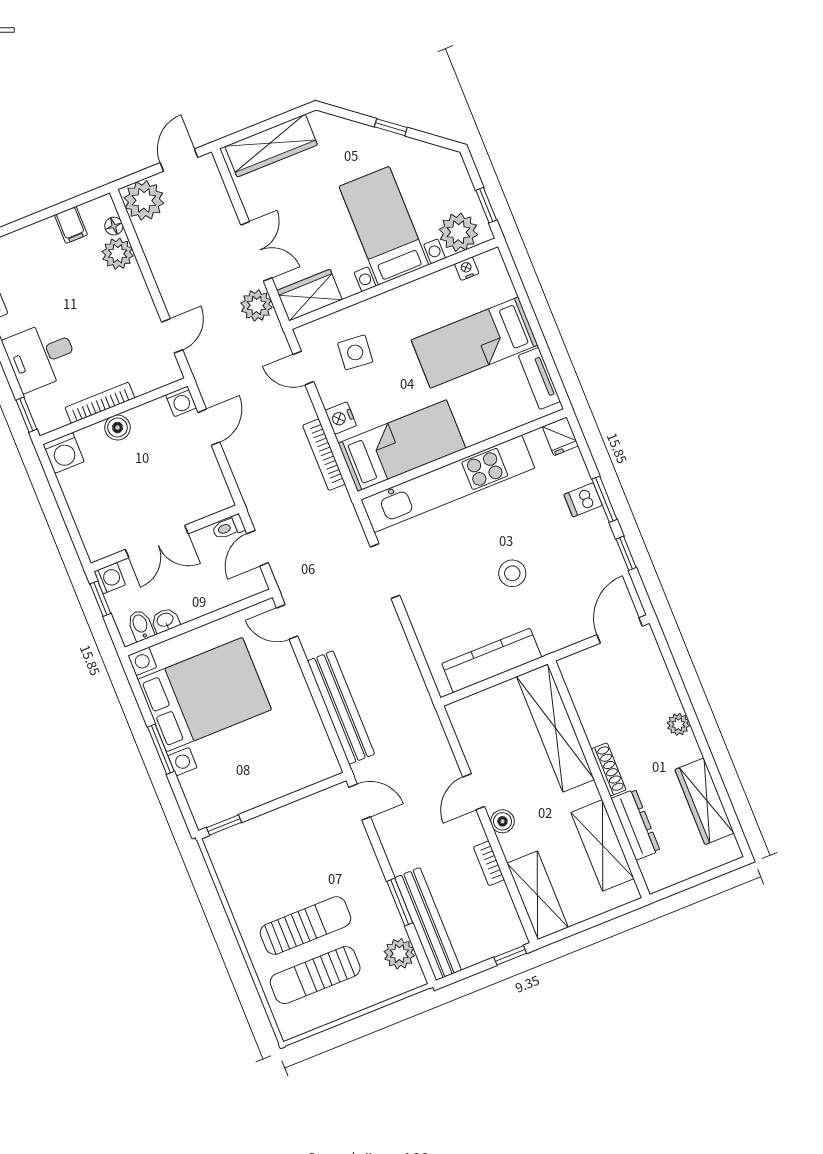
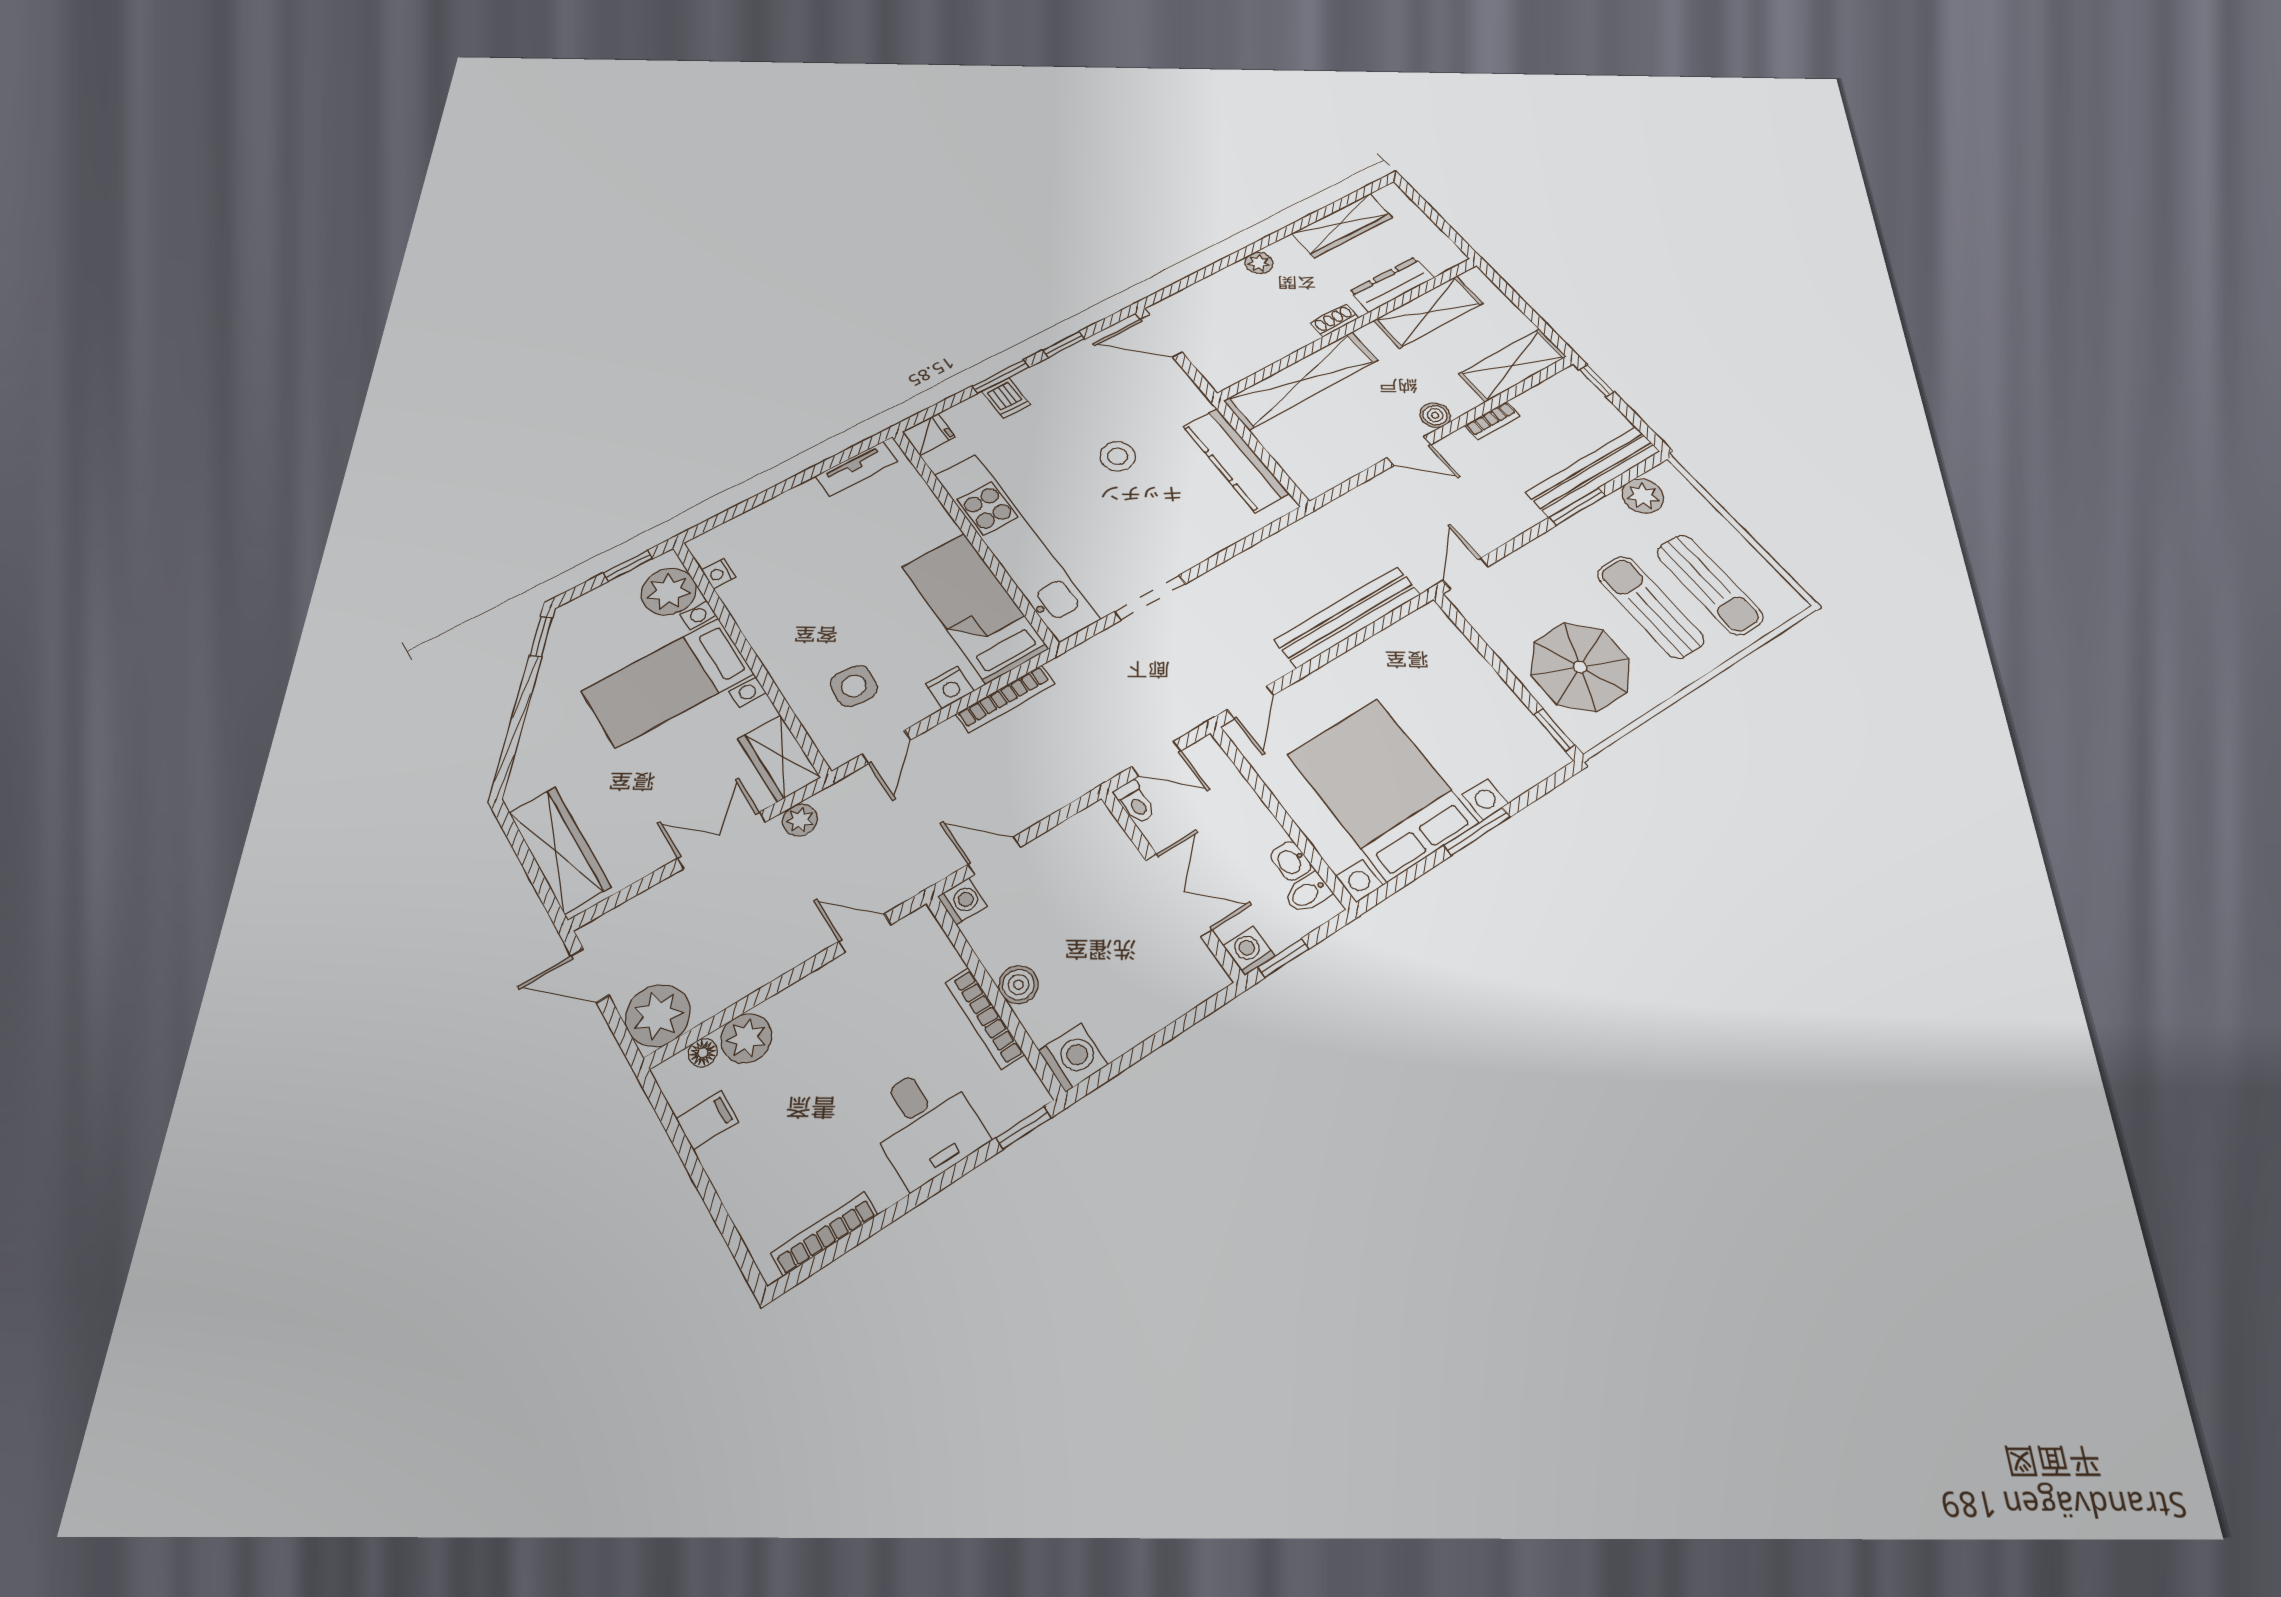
window: (391, 127) -> (541, 637), moved
plant: (257, 305) -> (800, 820), width x0.73, depth x0.73
bed: (475, 342) -> (819, 548), removed
shoe rack: (609, 769) -> (1335, 320), width x0.70
parasol: (268, 859) -> (1580, 667), added

